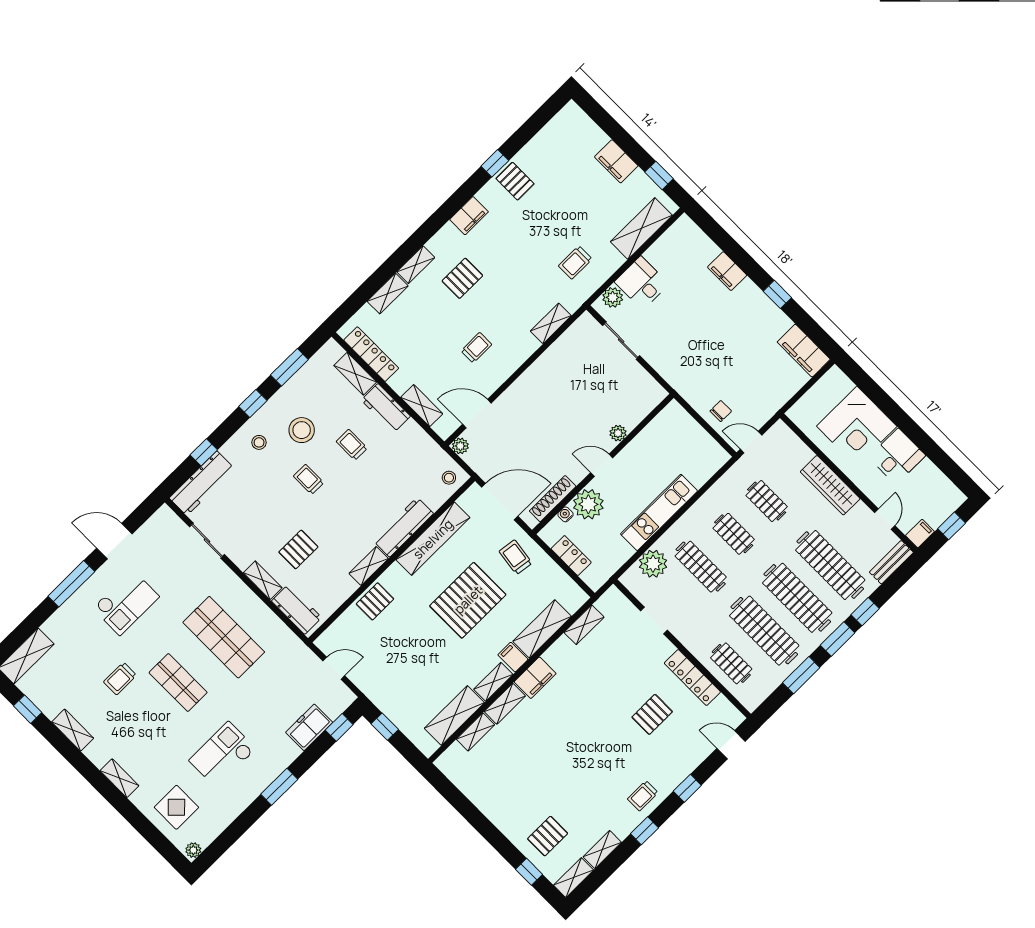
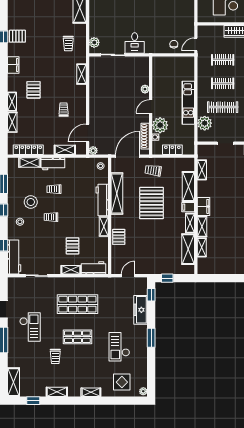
desk: (642, 283) -> (135, 43), moved, turned -90
freezer: (309, 727) -> (140, 310), width x1.40

